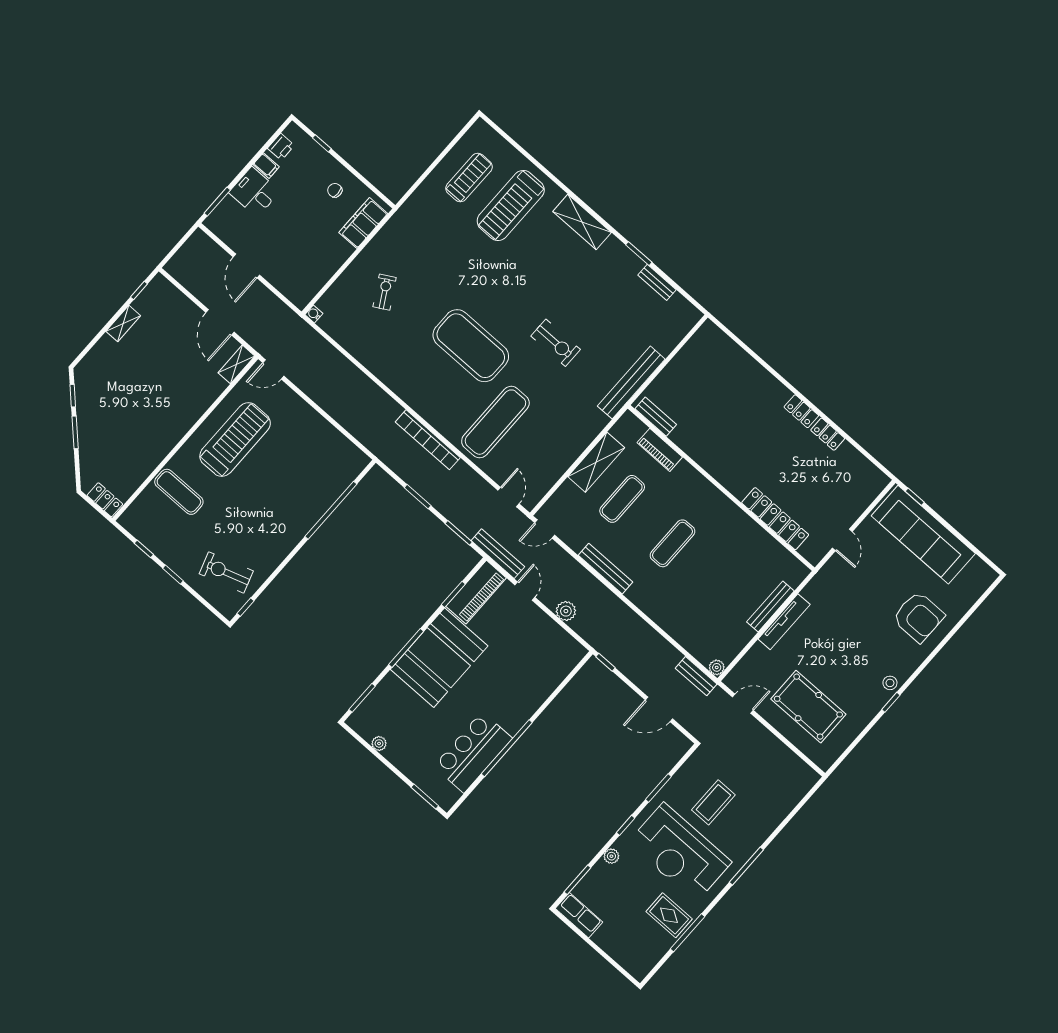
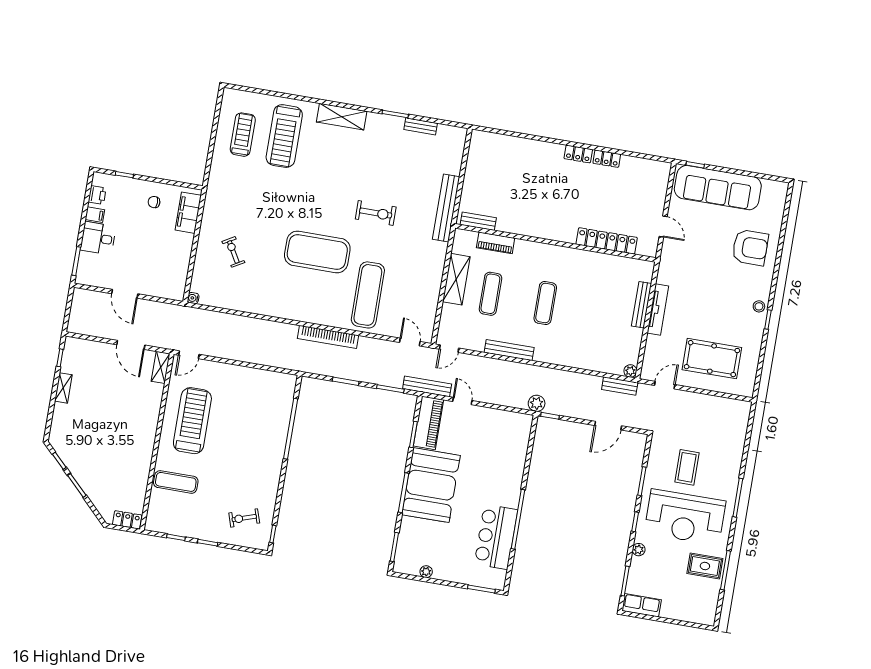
exercise bike: (226, 572) -> (244, 518), width x0.73, depth x0.72
plant: (566, 611) -> (537, 403), moved

